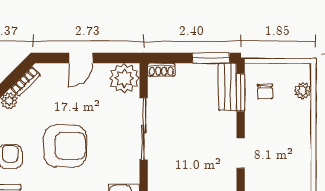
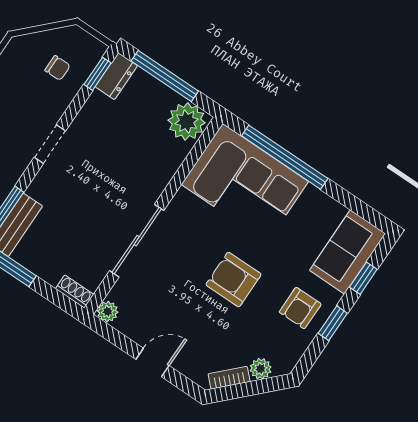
plant: (124, 78) -> (108, 312), width x0.53, depth x0.53
armchair: (65, 146) -> (234, 280), width x0.73, depth x0.73

